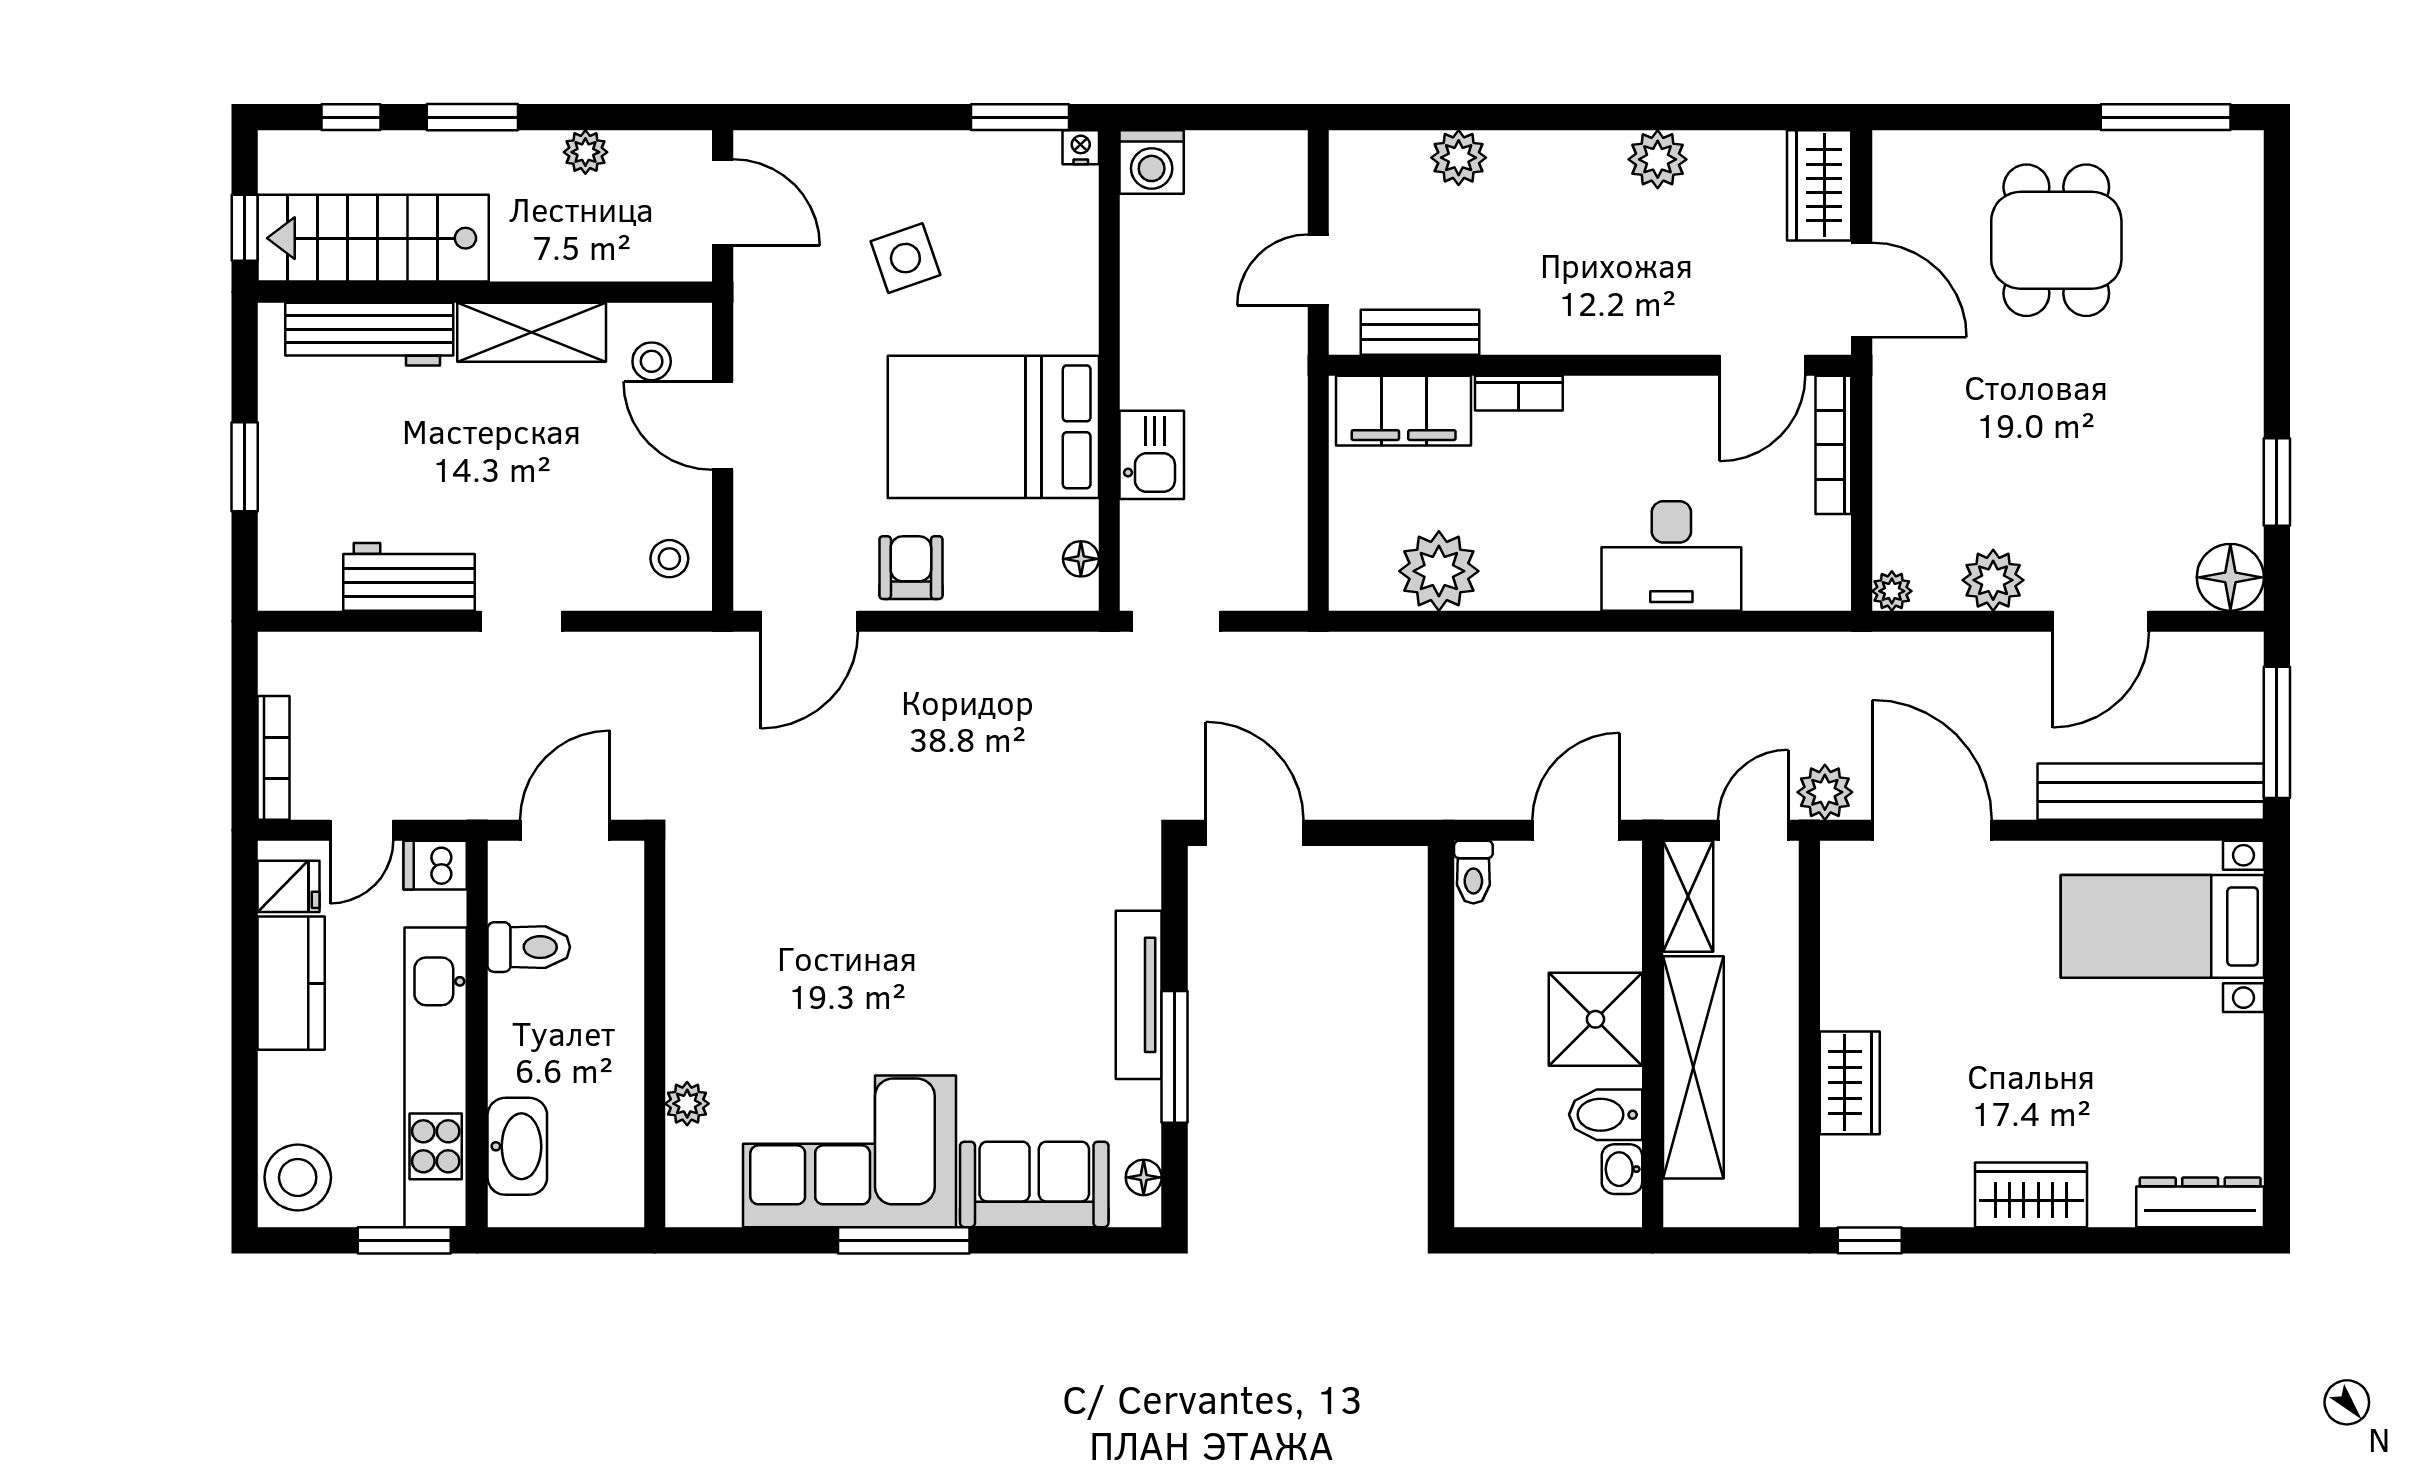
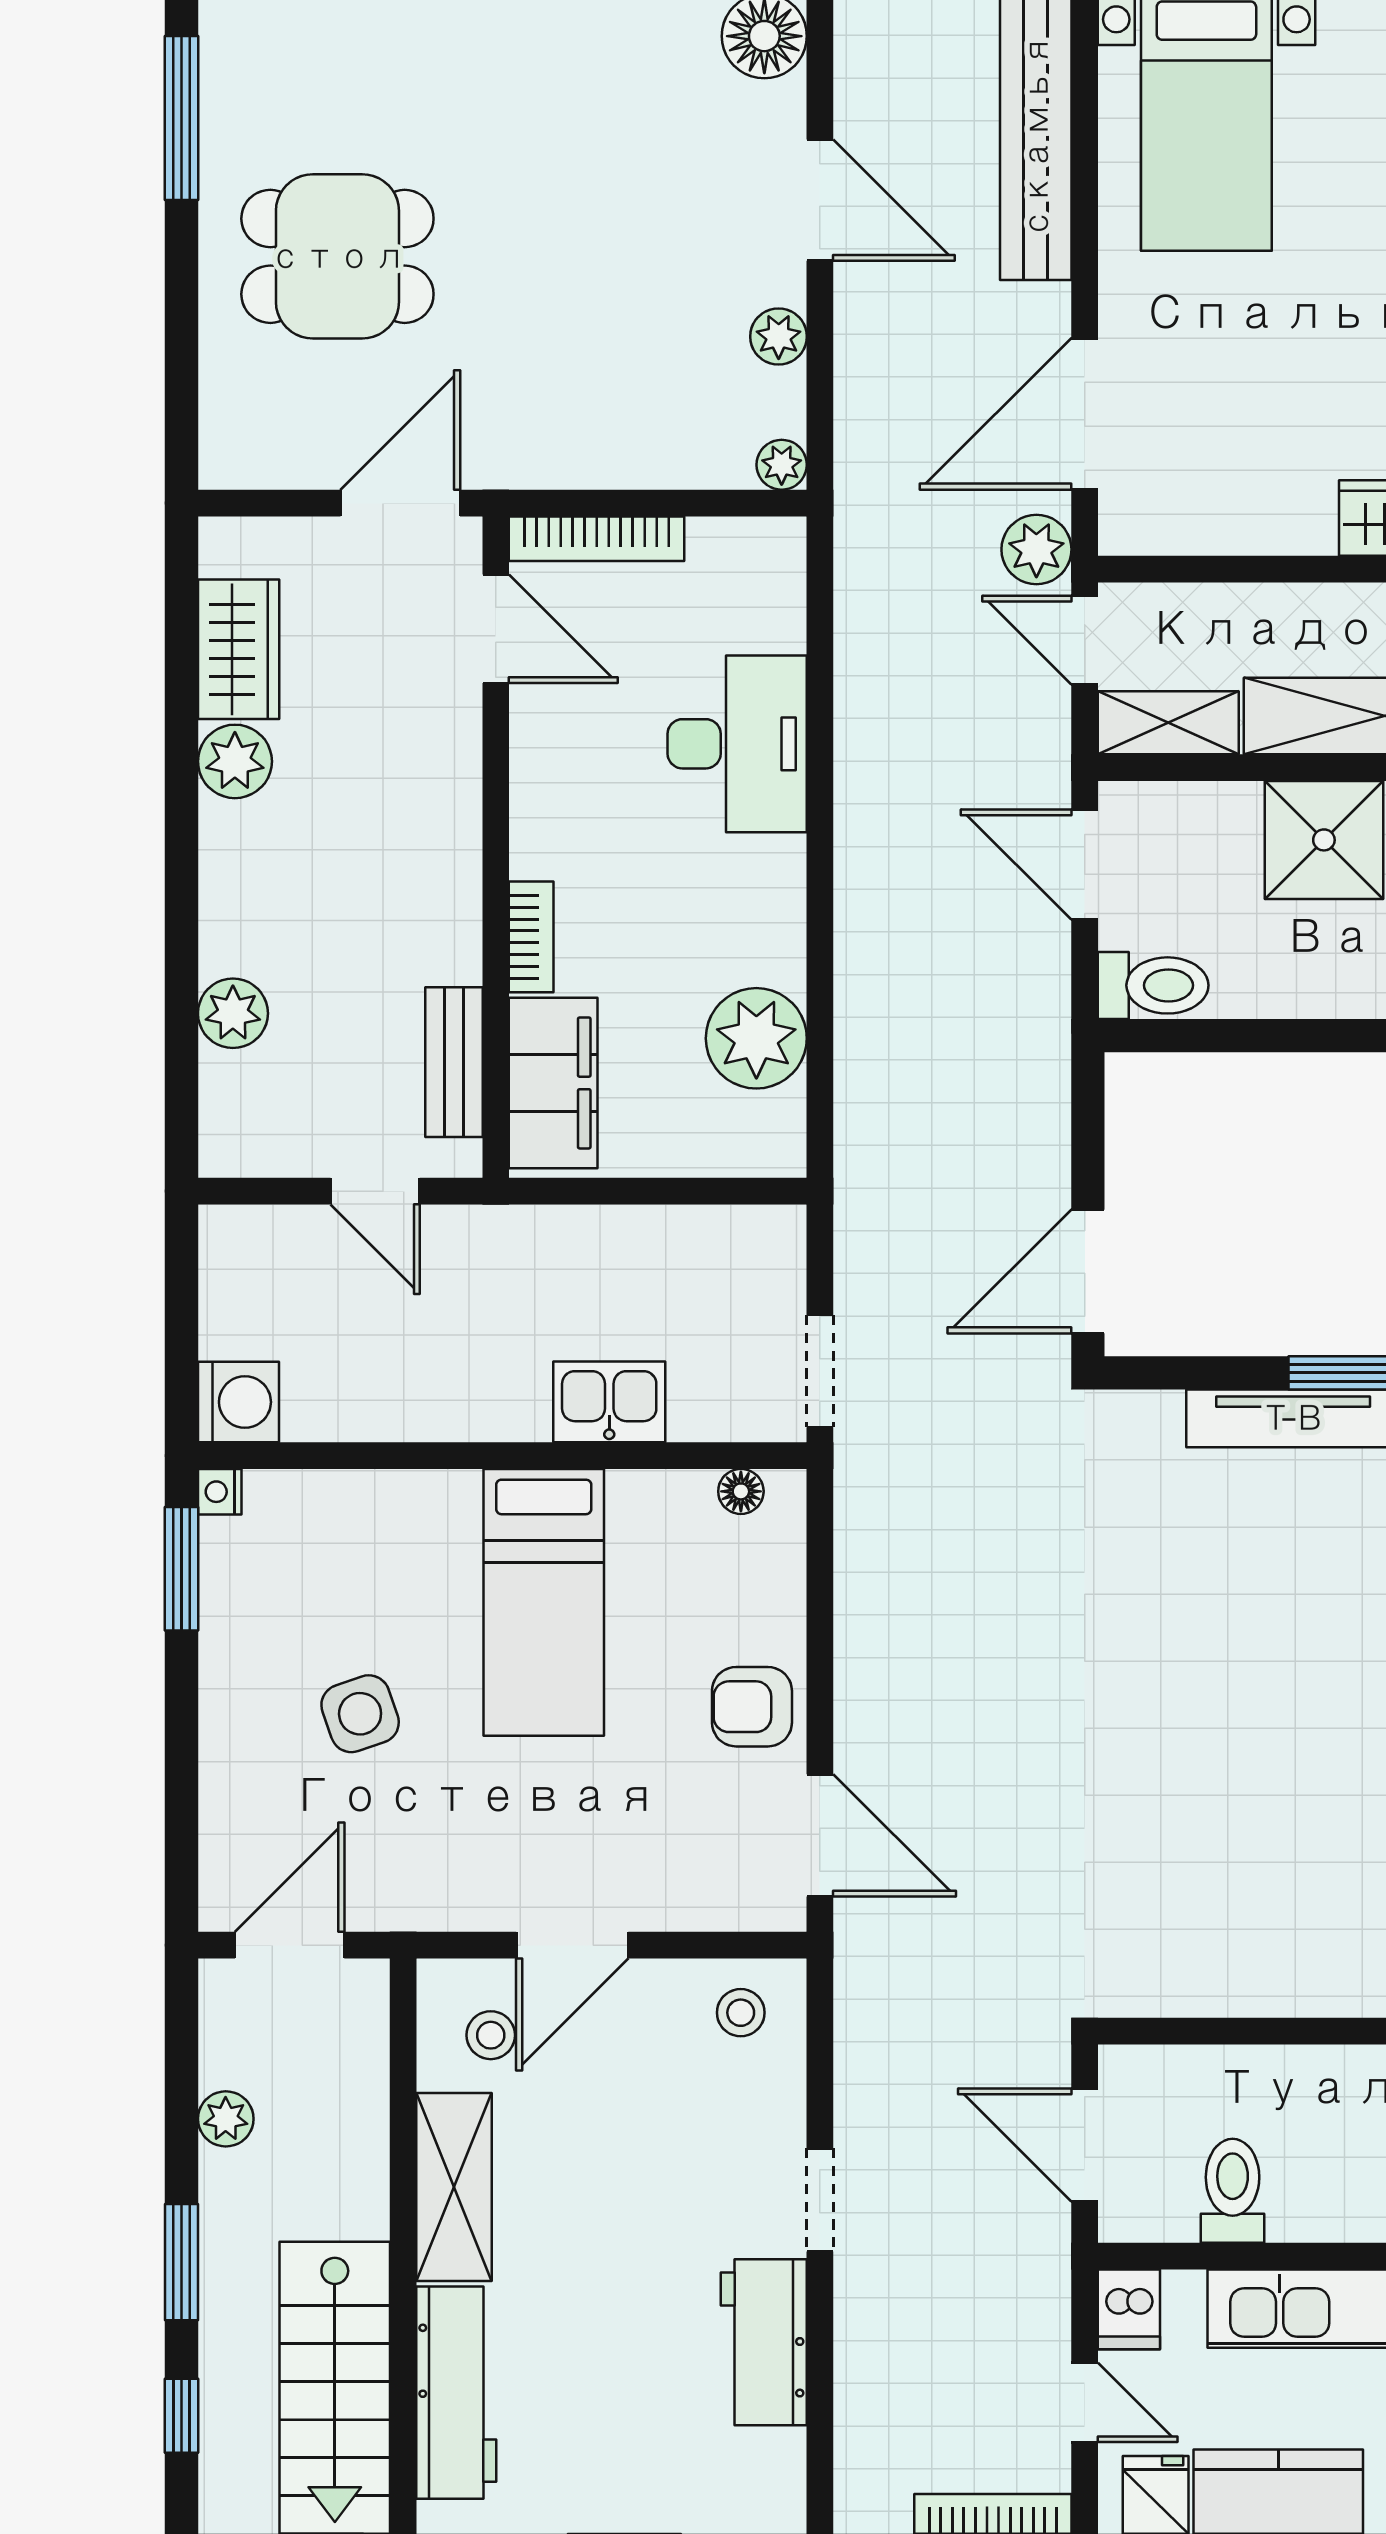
wardrobe: (1819, 185) -> (239, 649), moved, turned -90
bed: (993, 427) -> (544, 1602), width x0.67
plant: (1993, 580) -> (779, 337), width x0.73, depth x0.73
toilet: (1473, 872) -> (1153, 985), width x1.37, depth x1.39

